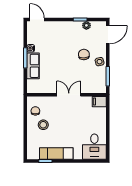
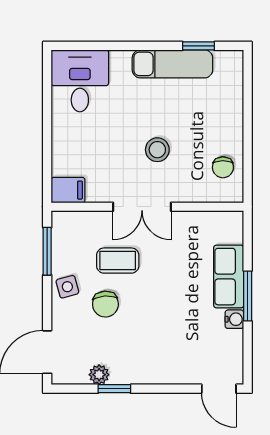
coffee table: (79, 72) -> (118, 261), added
stool: (43, 125) -> (157, 150), moved

